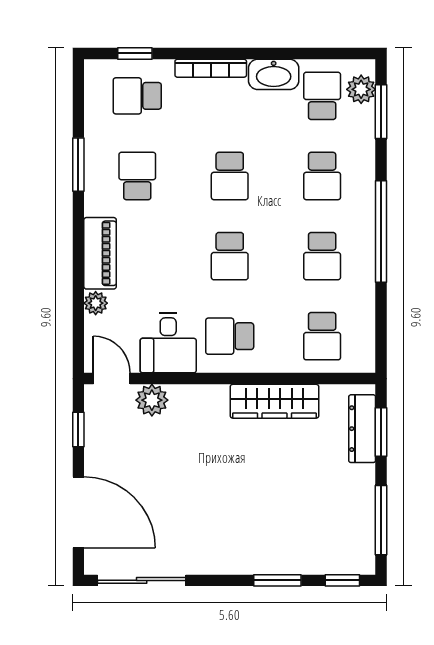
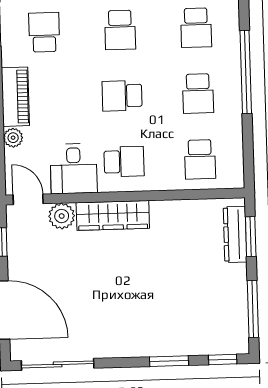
school desk: (230, 256) -> (122, 96), turned 90
school desk: (230, 336) -> (124, 162), turned 180
wardrobe: (274, 401) -> (113, 215), moved

